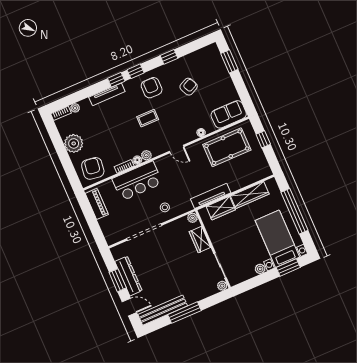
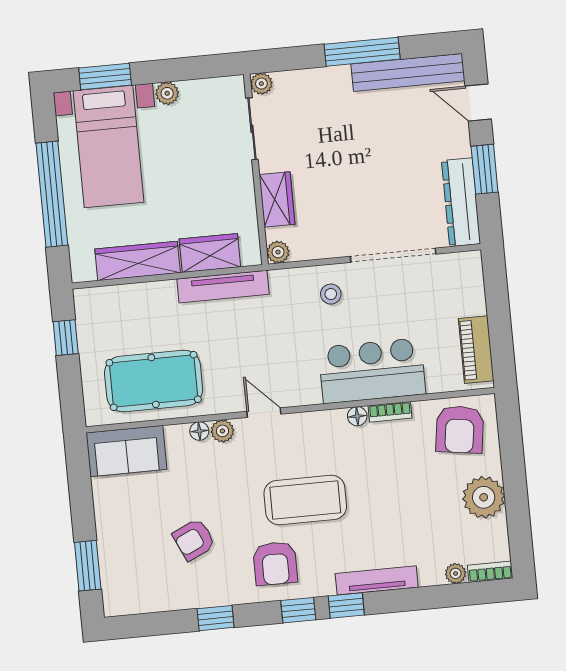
coffee table: (148, 118) -> (305, 500), width x1.86, depth x1.72
window: (263, 139) -> (66, 338), moved
plant: (146, 155) -> (222, 431), moved
dresser: (129, 276) -> (461, 202), moved

